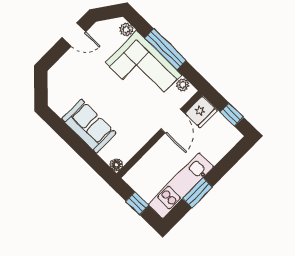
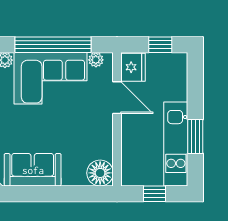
window: (165, 49) -> (53, 45), width x1.46
sofa: (89, 126) -> (33, 170), moved
floor lamp: (116, 165) -> (100, 173), width x1.89, depth x1.89

